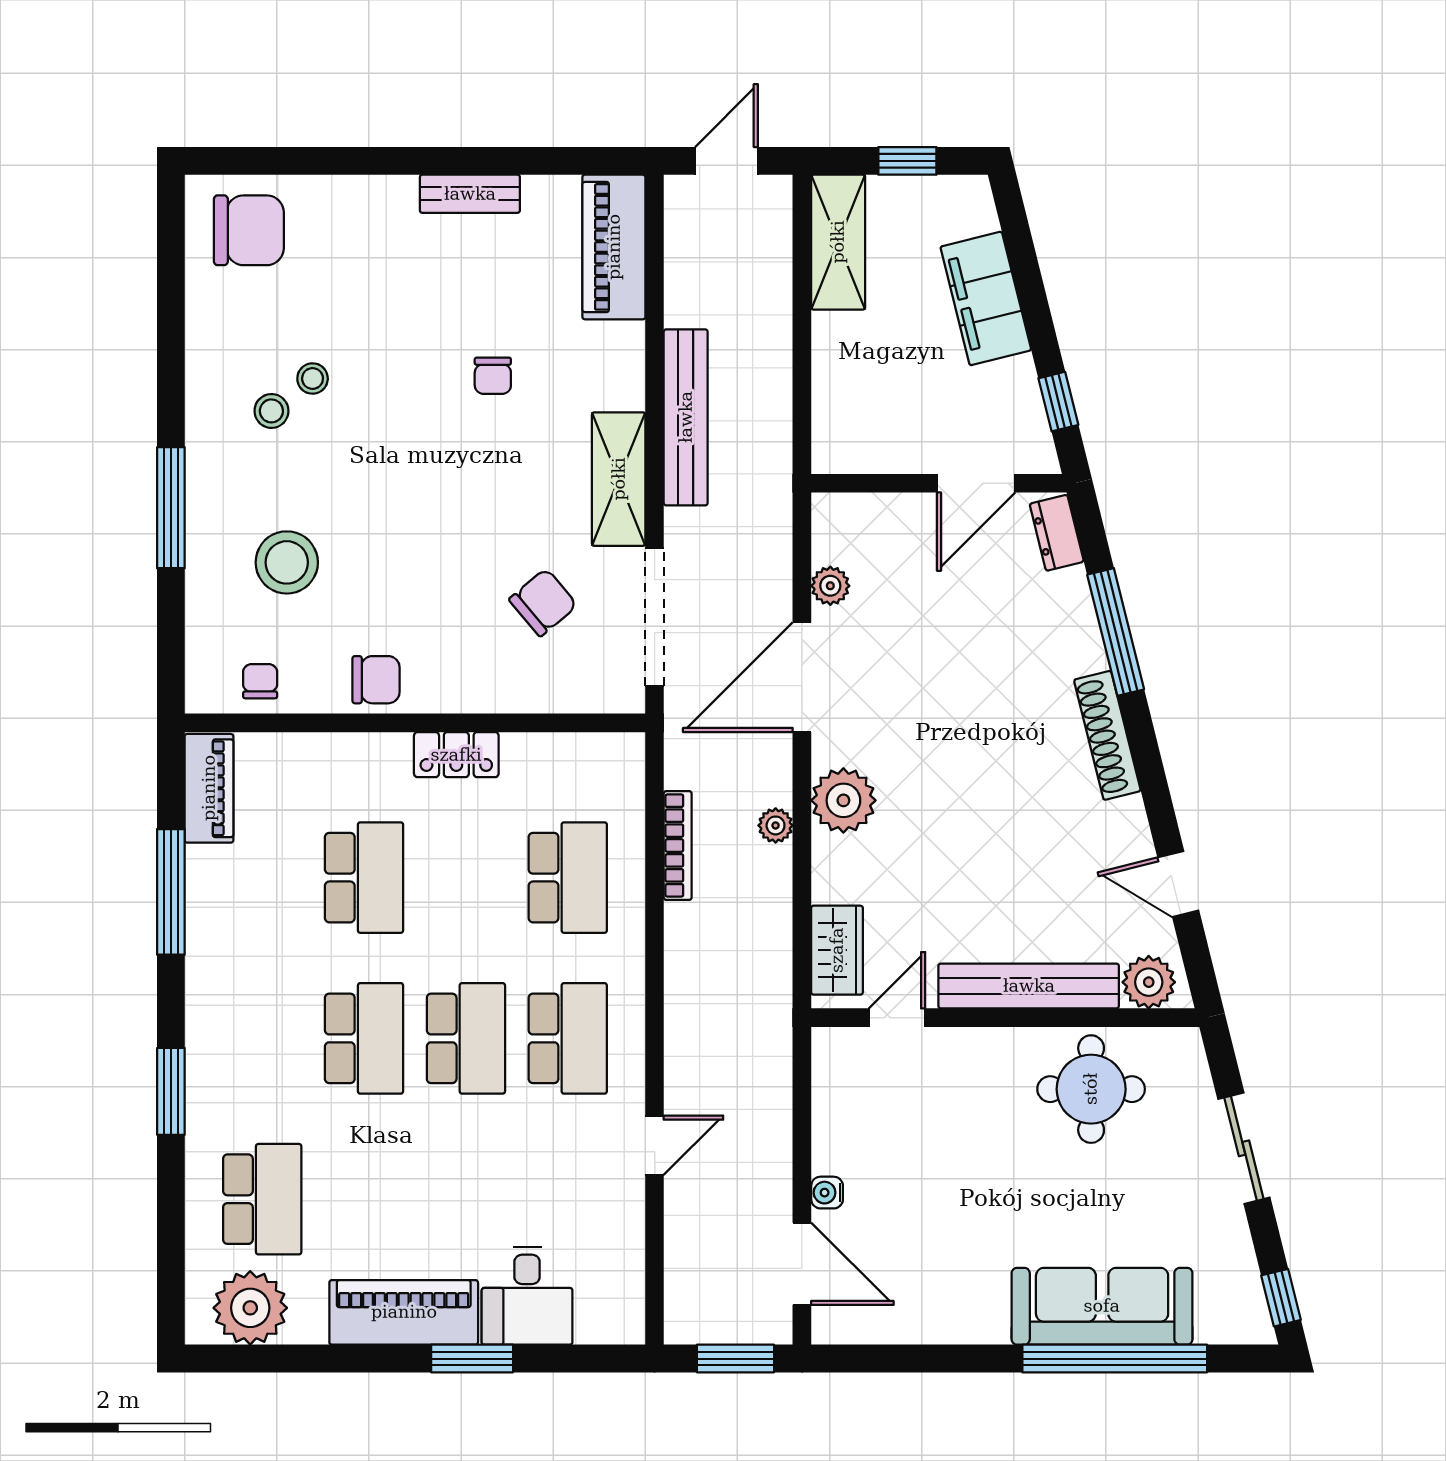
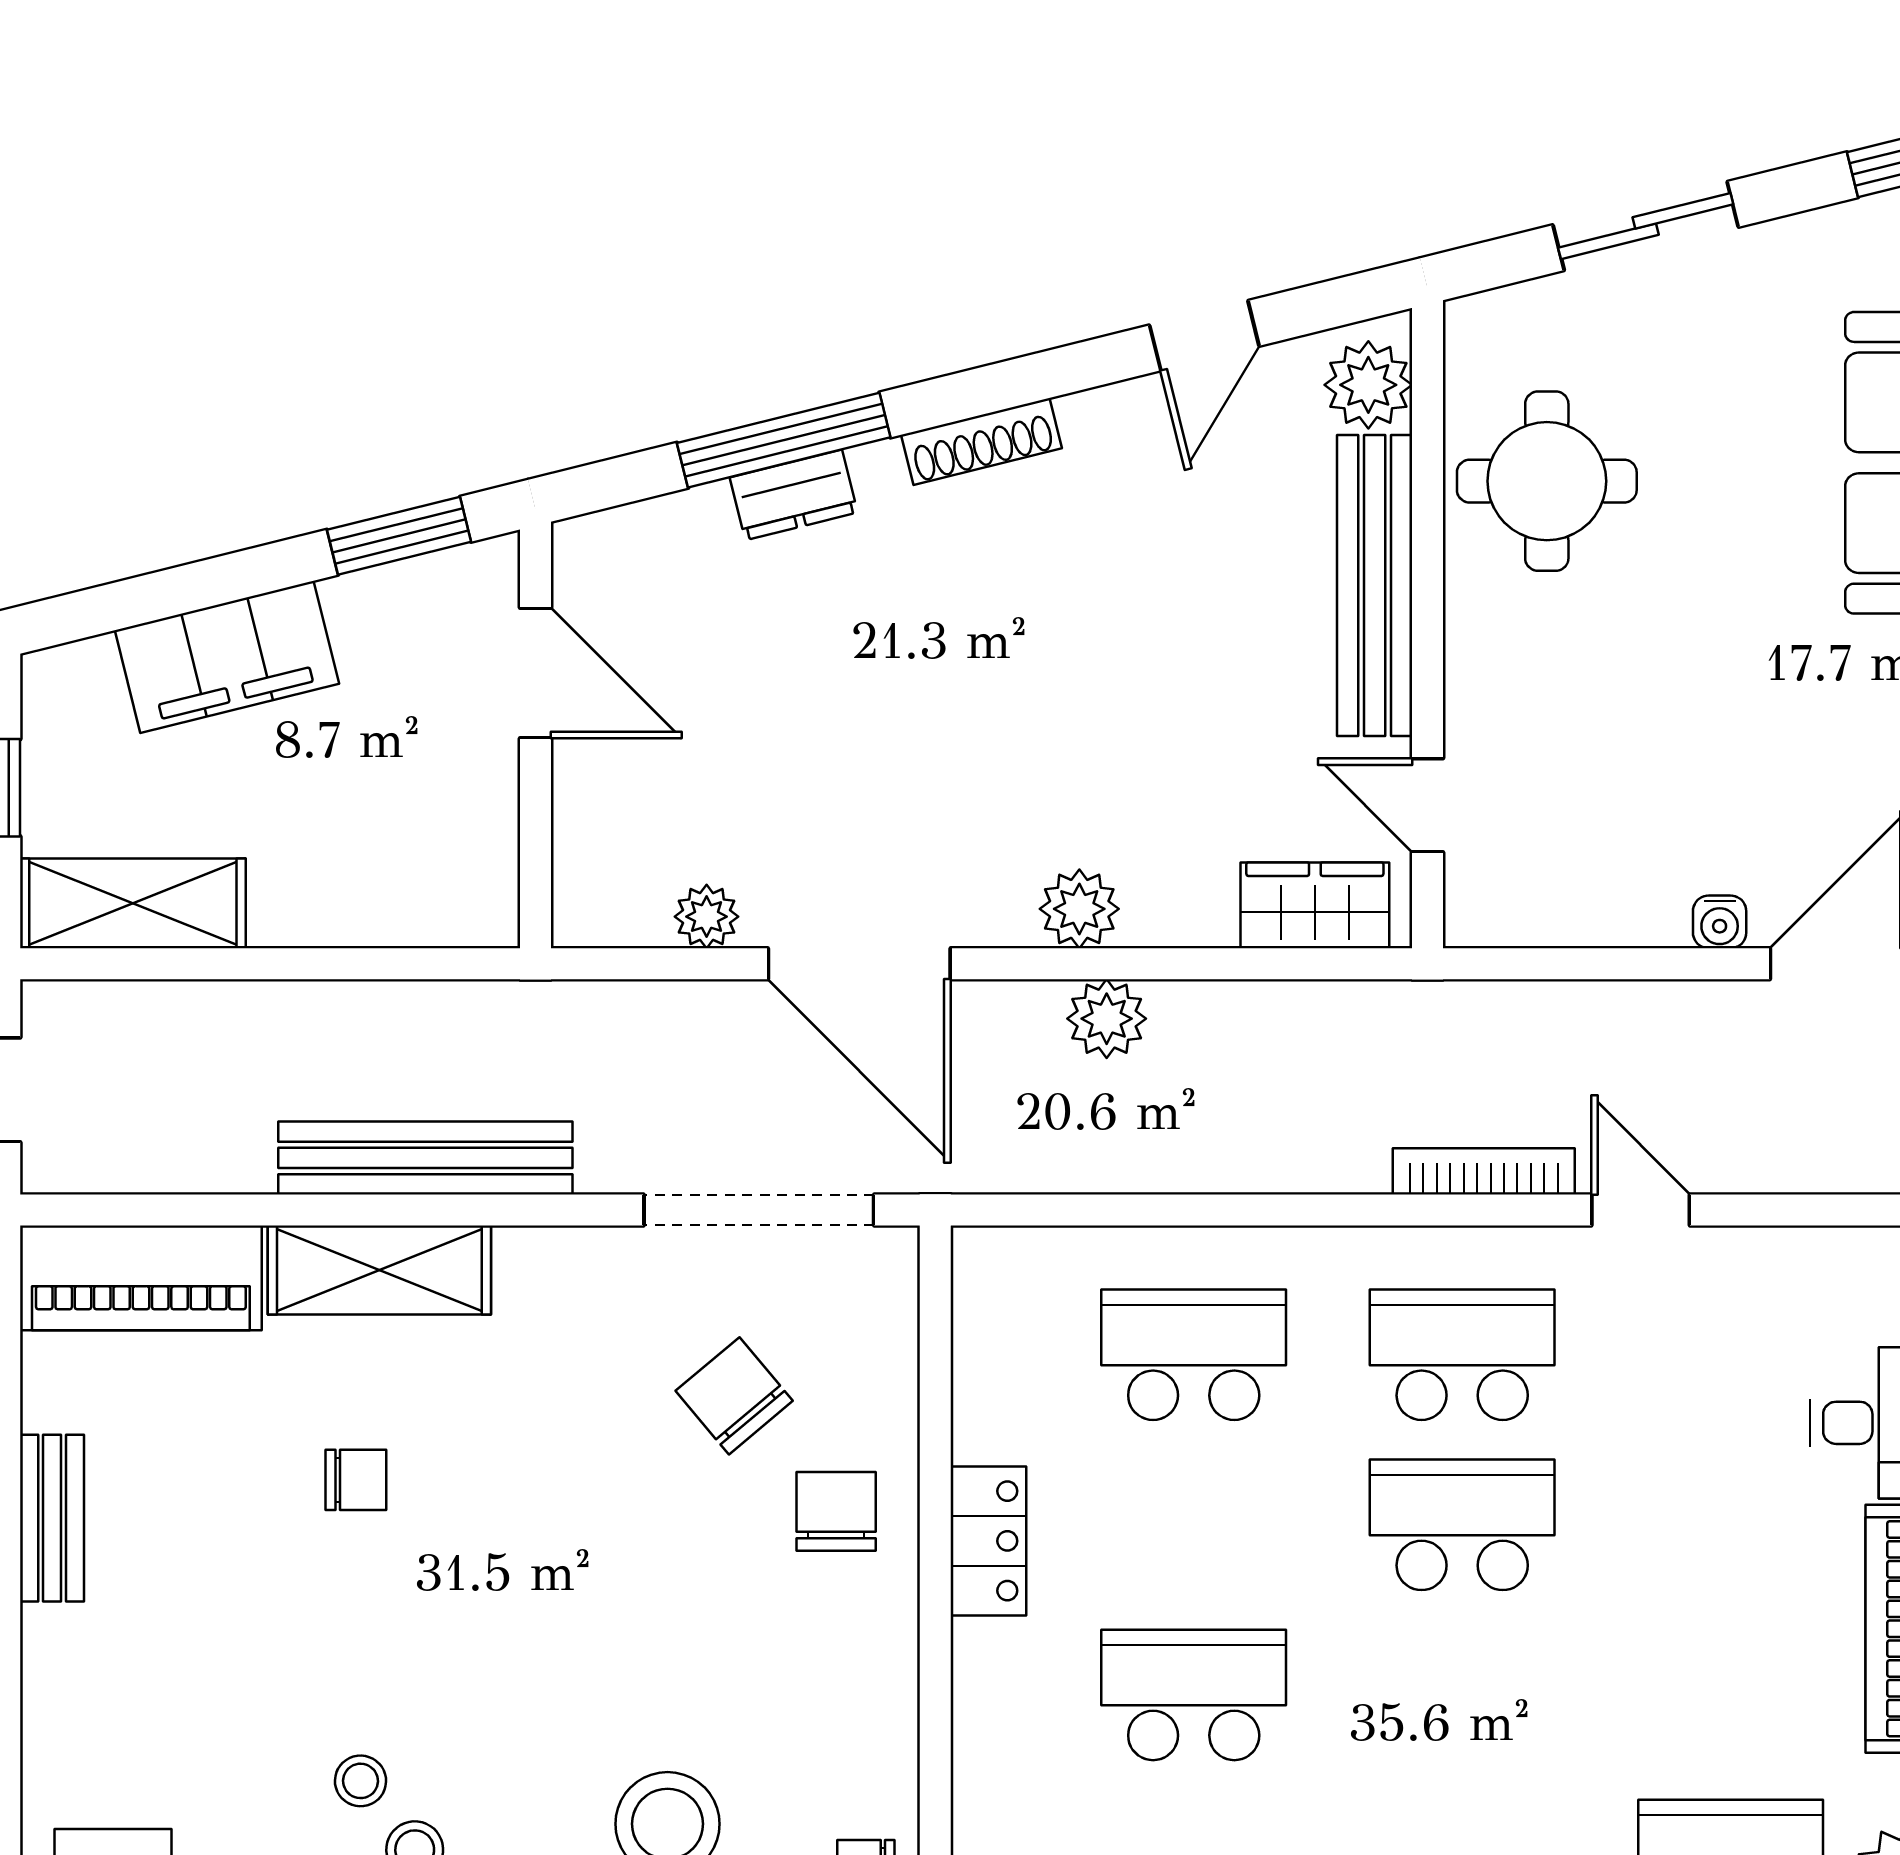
window: (1058, 402) -> (399, 536), width x1.50
shelving: (619, 479) -> (379, 1270), moved
dresser: (1057, 533) -> (794, 495), moved
chair: (376, 680) -> (836, 1511), moved
shoe rack: (1107, 735) -> (982, 442), width x0.74, depth x0.81
plant: (843, 800) -> (1079, 909), width x0.73, depth x0.73
plant: (776, 825) -> (1107, 1019), width x1.38, depth x1.38
bookcase: (678, 845) -> (1484, 1171), moved
school desk: (364, 1038) -> (1462, 1695), removed

